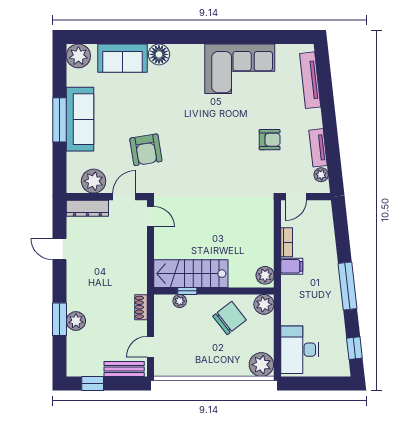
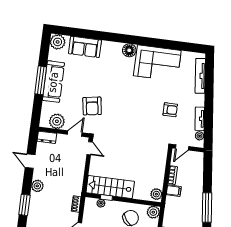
floor lamp: (159, 54) -> (129, 50), moved
dresser: (87, 208) -> (47, 137), width x0.70
plant: (76, 321) -> (37, 186), moved

